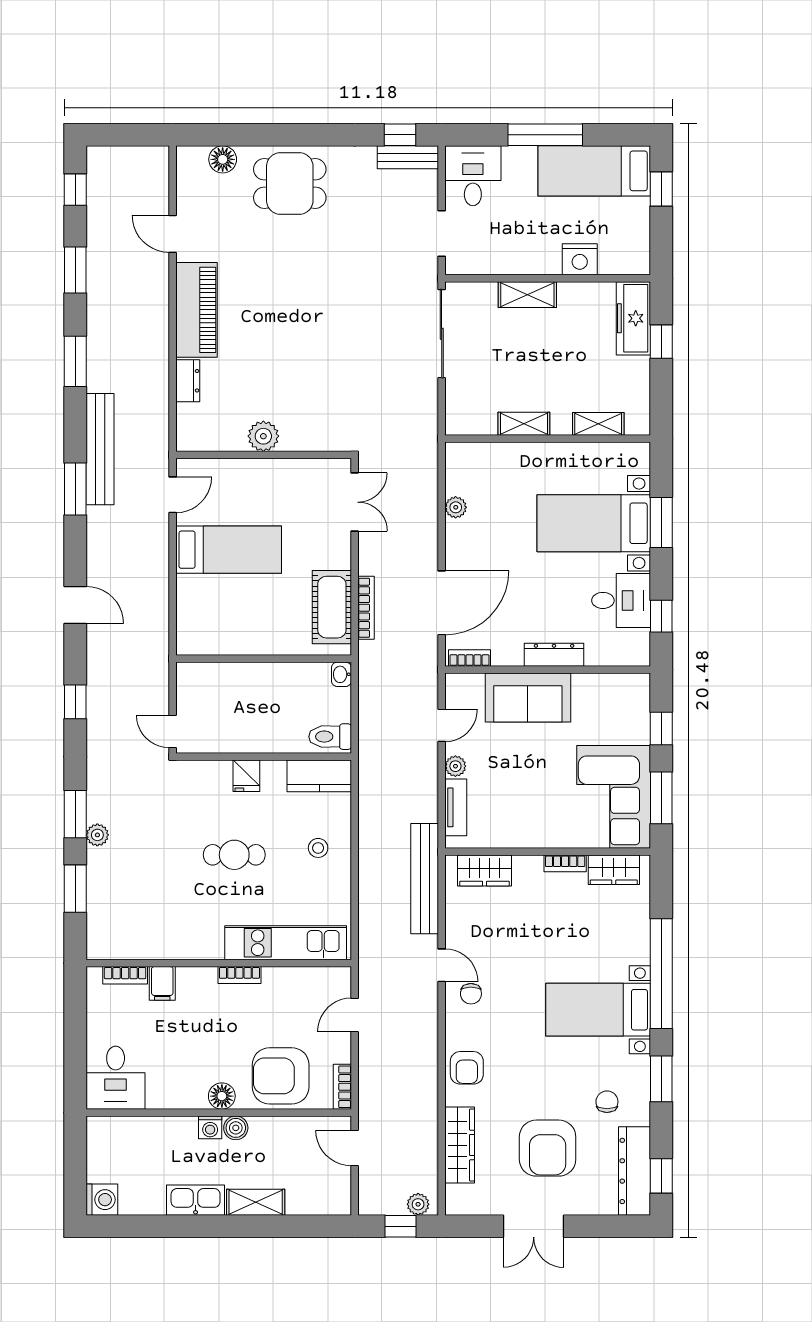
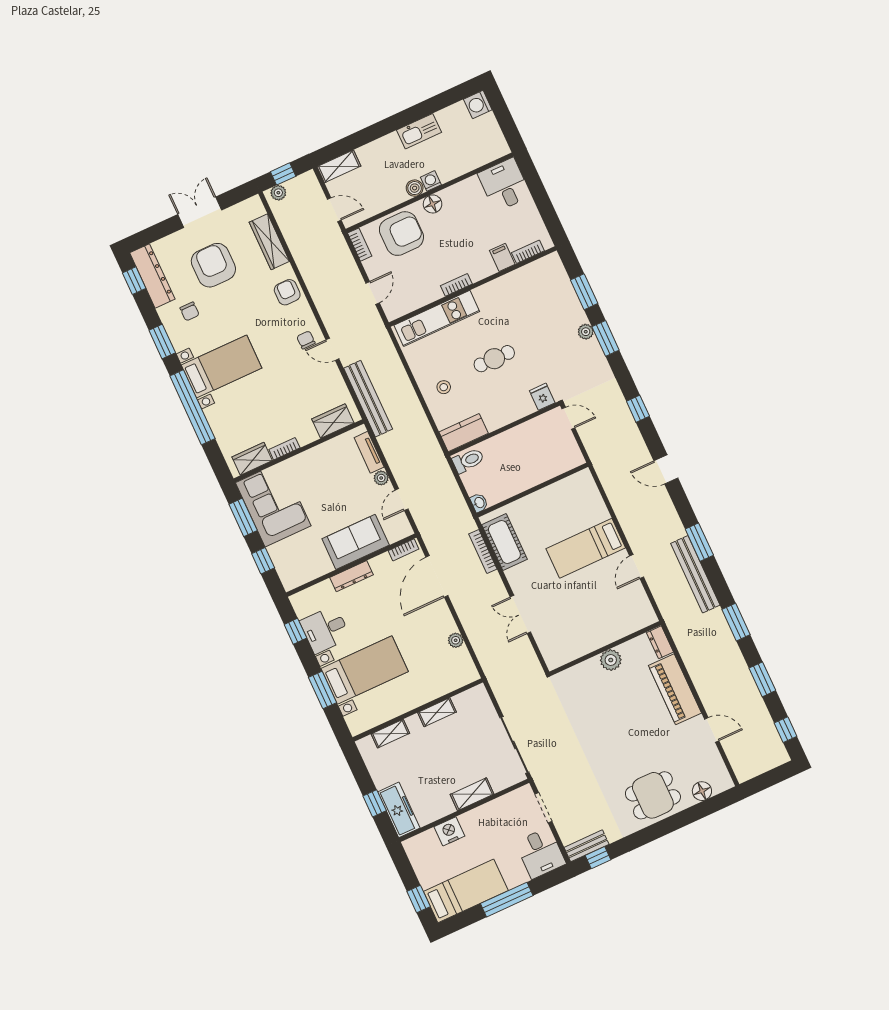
plant: (263, 436) -> (611, 660), moved
wall: (264, 455) -> (605, 648), moved
fridge: (246, 776) -> (542, 397), moved
shelving: (256, 1202) -> (339, 166), moved

